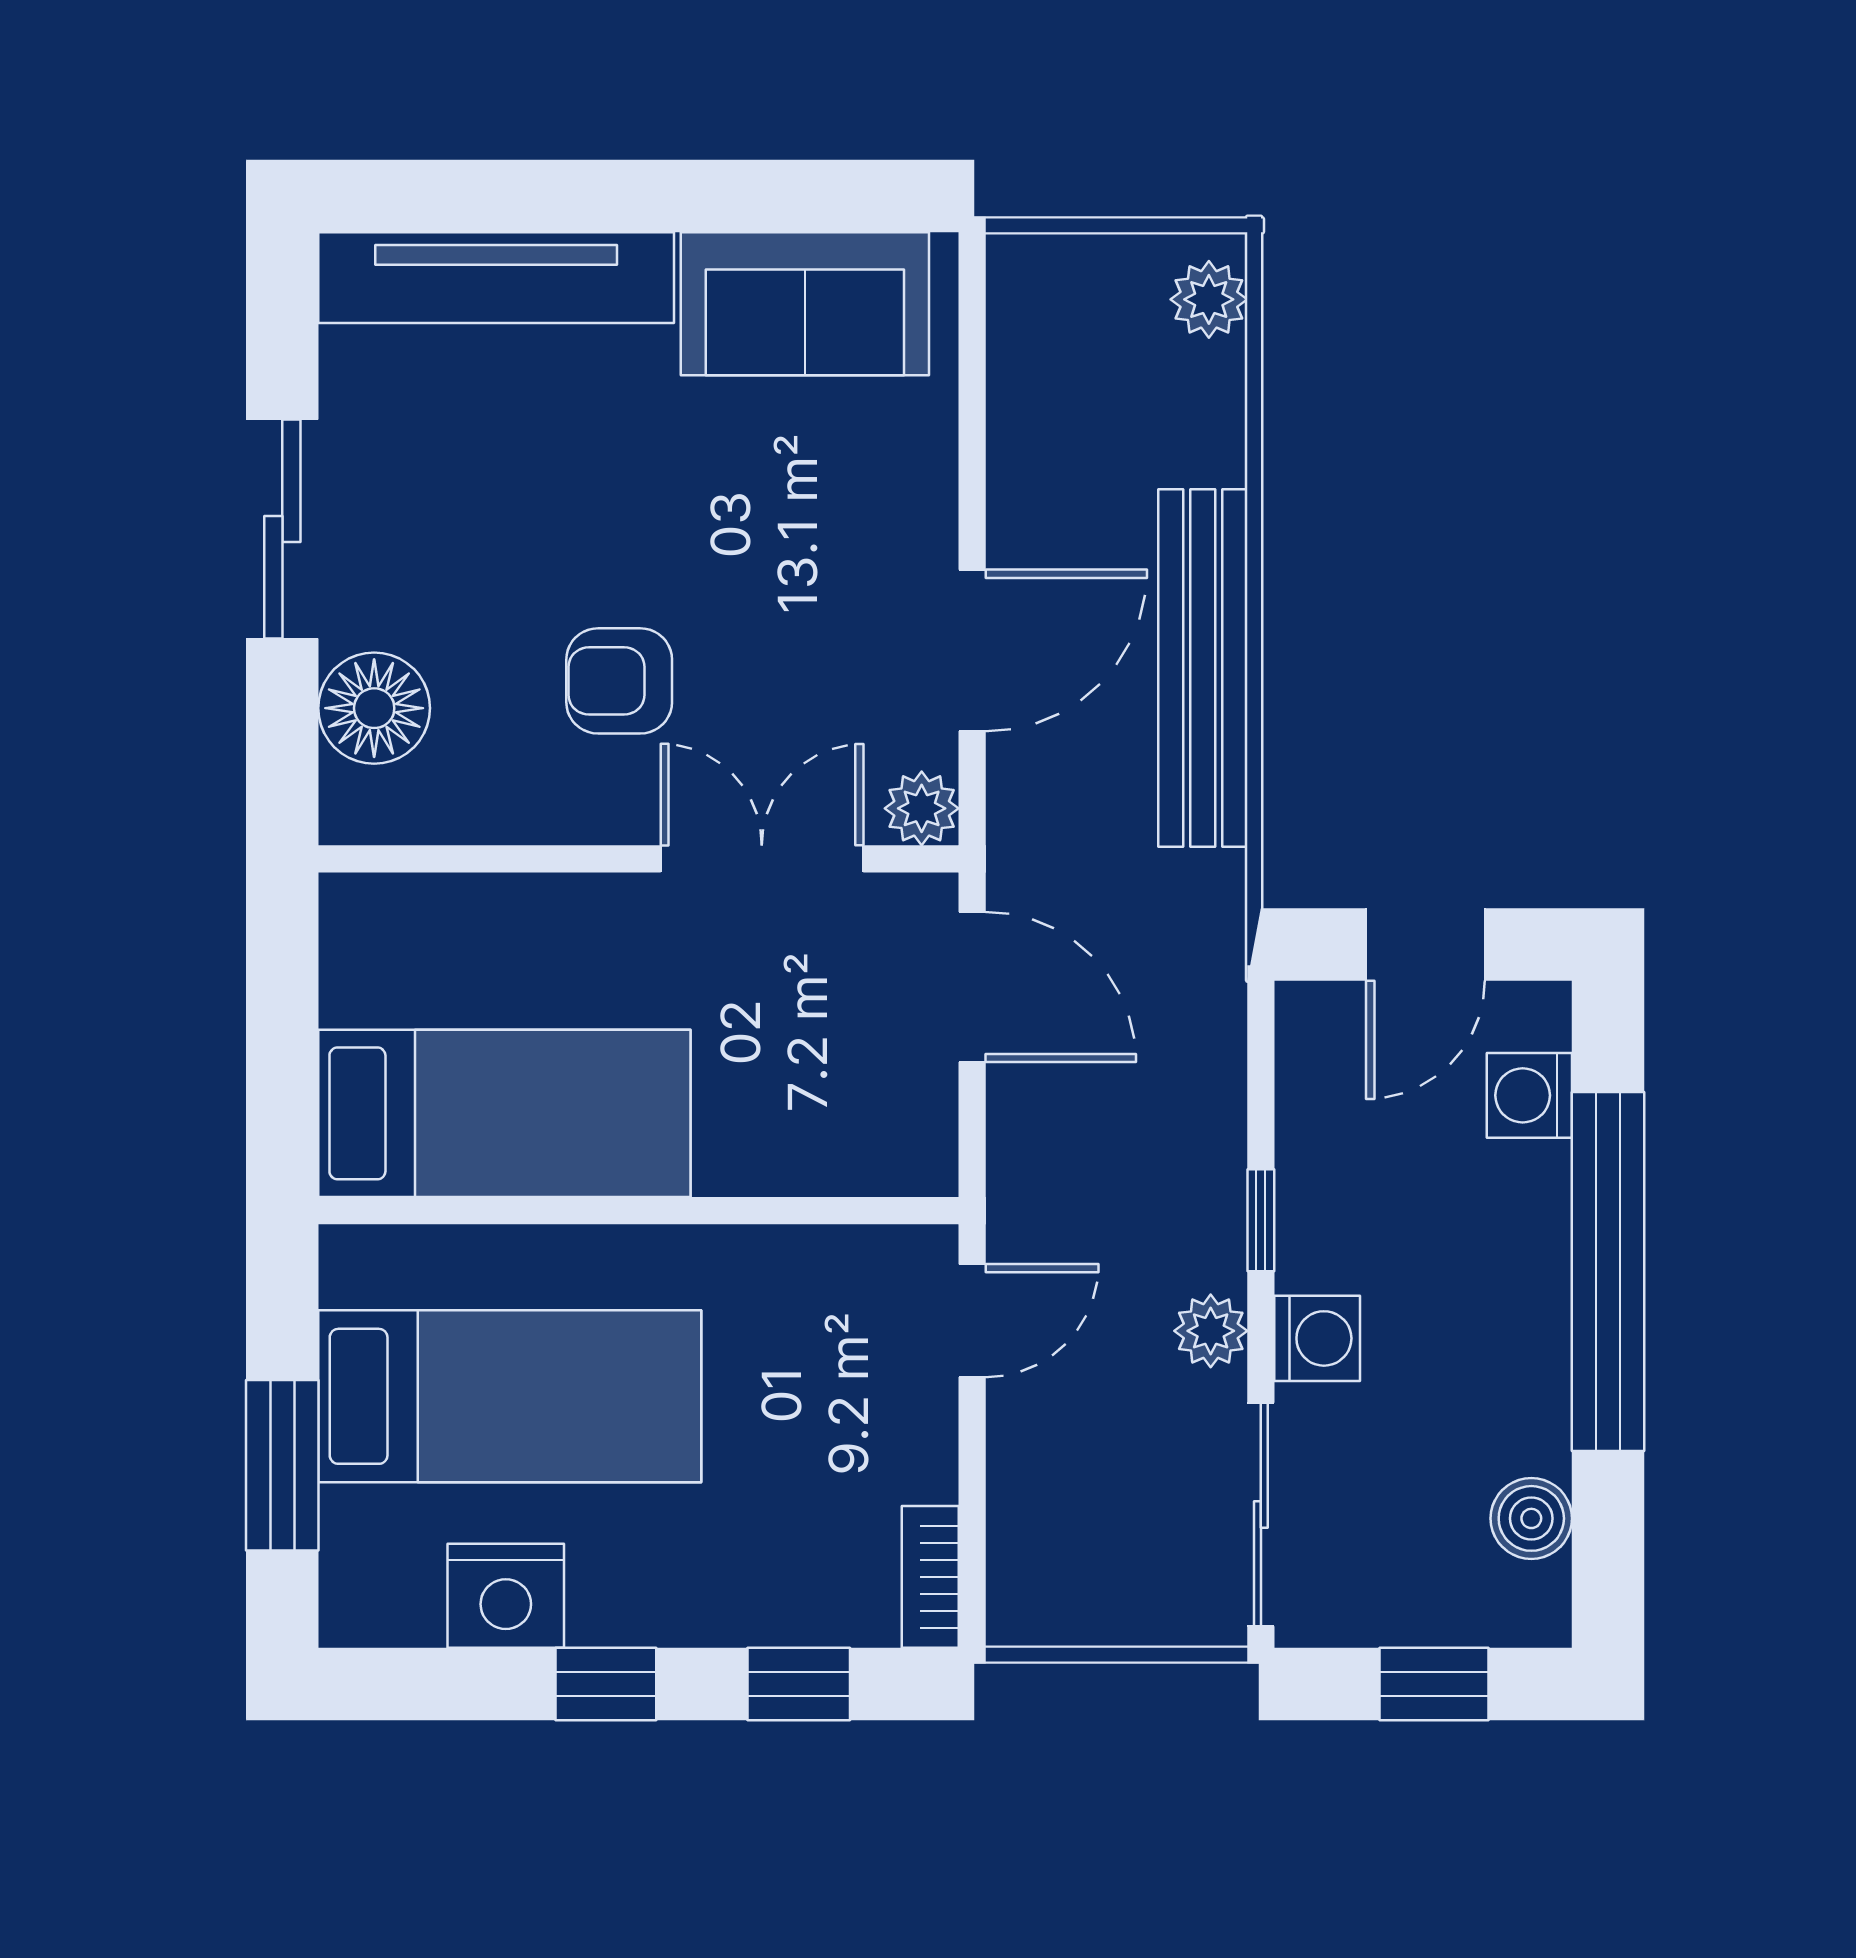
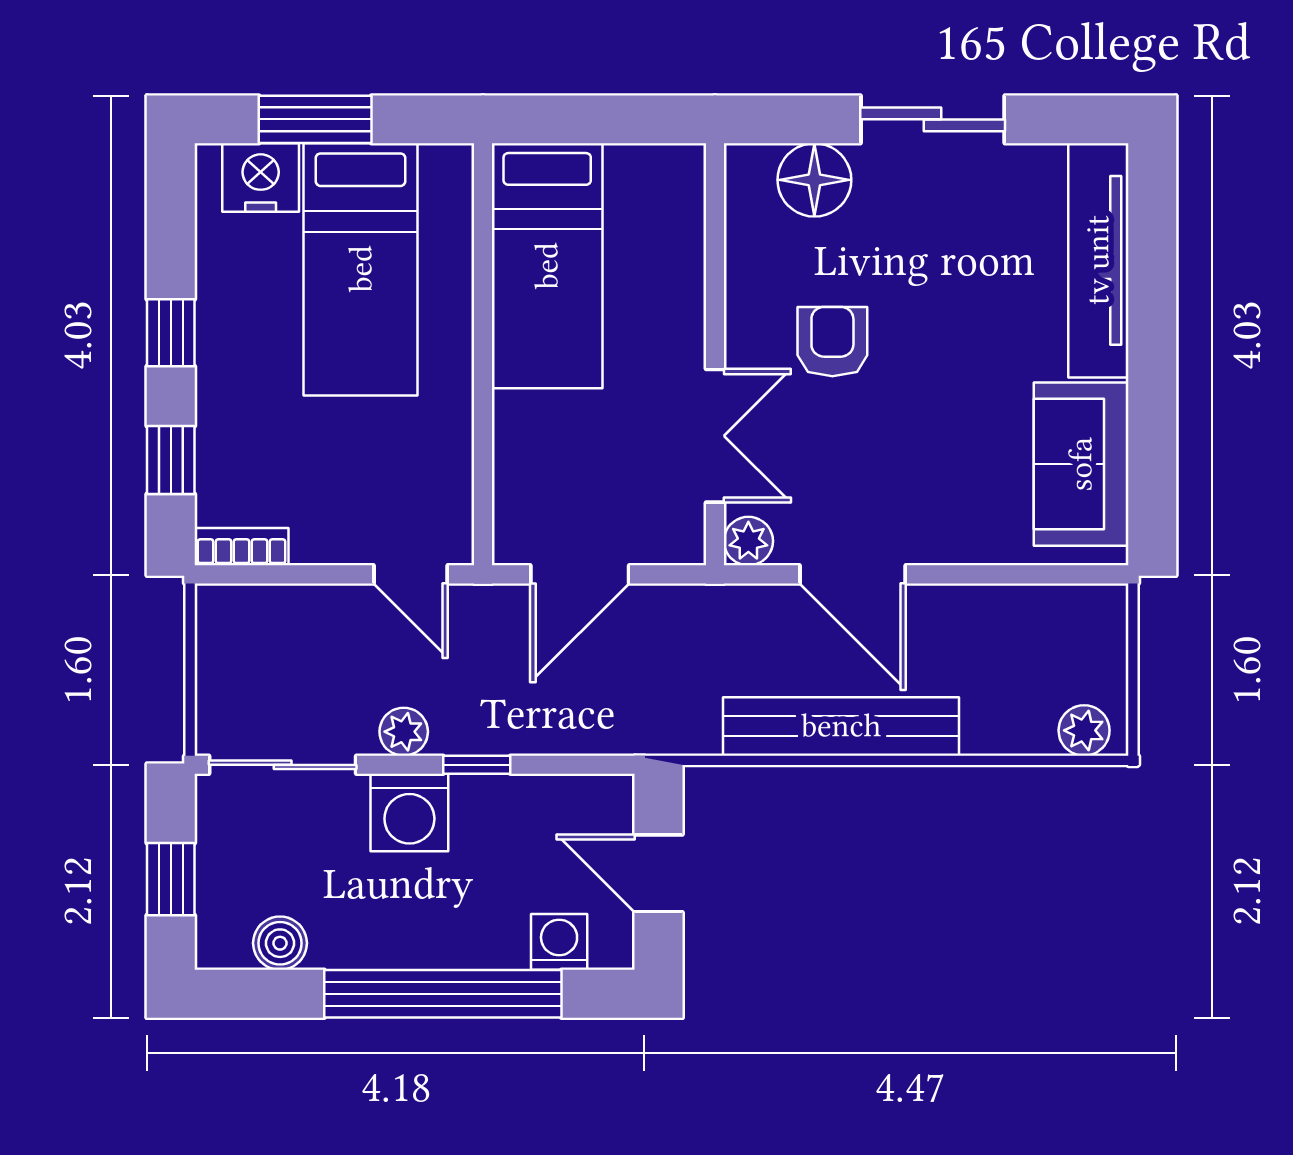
door: (972, 987) -> (580, 574), moved
washing machine: (1317, 1338) -> (409, 813), width x1.38, depth x1.38
nightstand: (506, 1596) -> (261, 178), moved, turned 90

